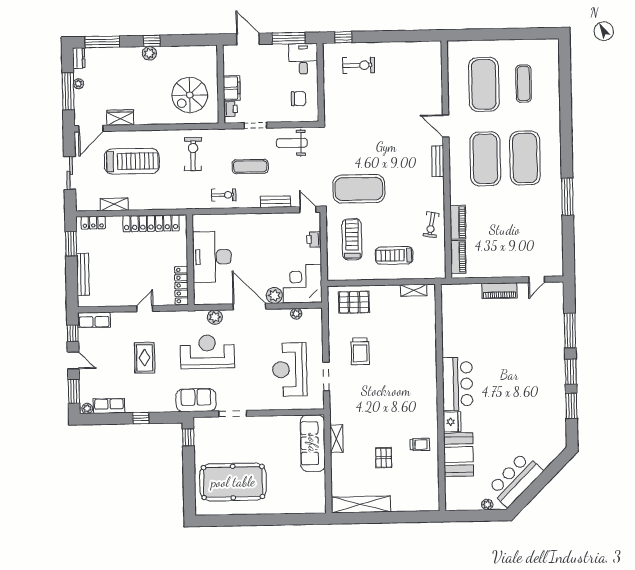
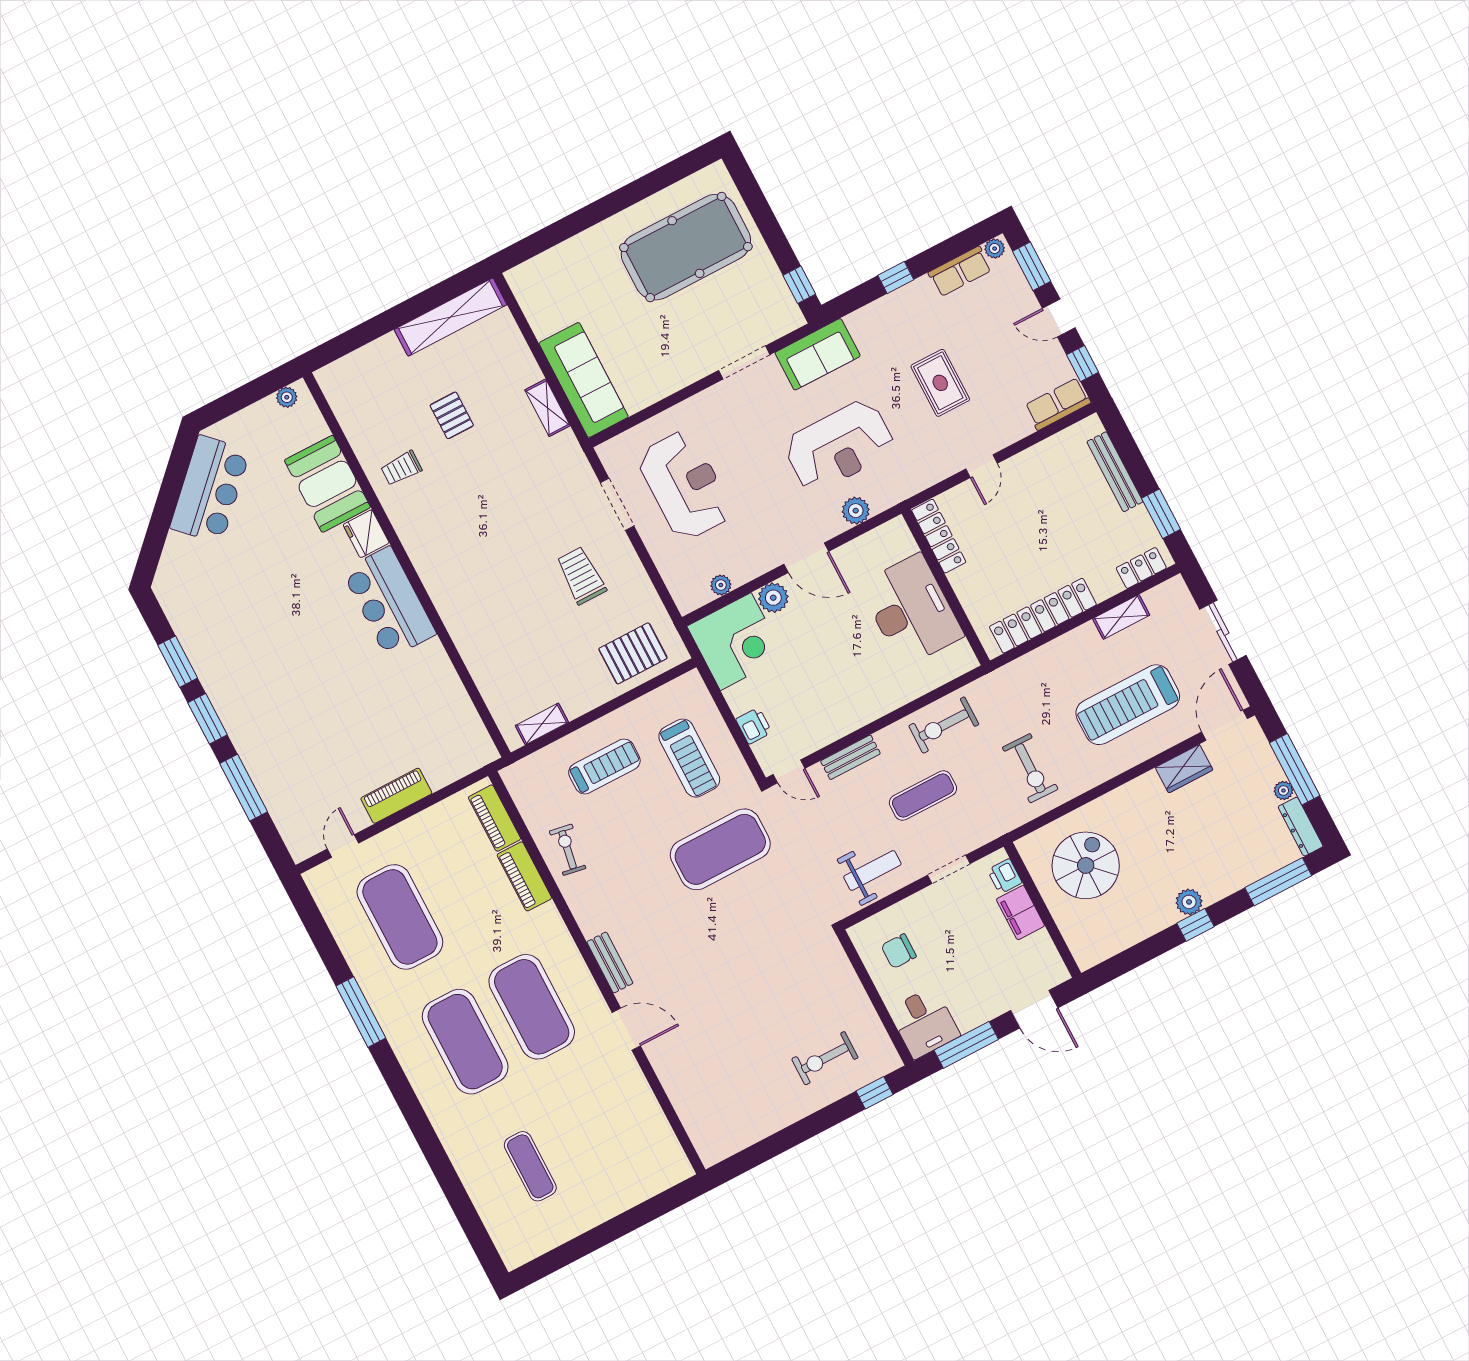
dresser: (79, 58) -> (1301, 827), width x1.44
exercise mat: (484, 84) -> (400, 917), moved
exercise bike: (224, 195) -> (944, 725), width x1.38, depth x1.39
door: (249, 307) -> (806, 558), width x0.73
plant: (487, 505) -> (287, 397), moved

